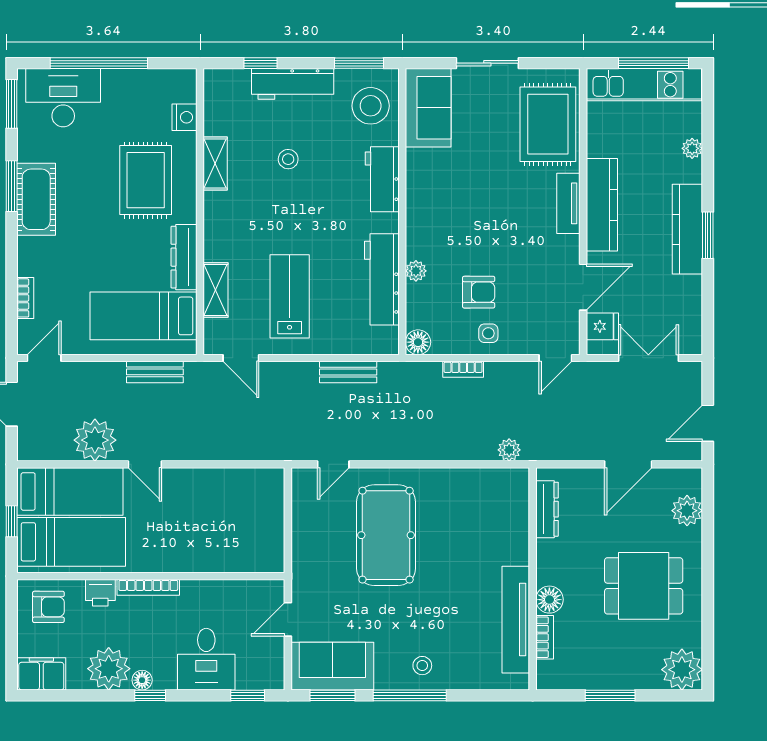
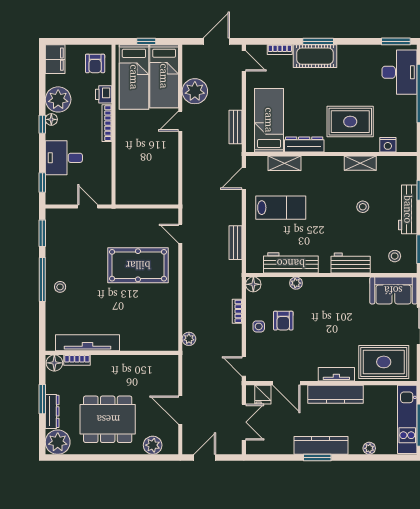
stool: (371, 106) -> (395, 256), width x0.53, depth x0.53
window: (12, 186) -> (318, 41), moved
cot: (36, 199) -> (315, 56), moved
door: (708, 423) -> (205, 458), hinge flipped
dresser: (547, 509) -> (52, 411), moved, turned -90
dining table: (644, 586) -> (108, 419), width x1.38
floor lamp: (549, 600) -> (54, 363), moved
sofa: (332, 666) -> (60, 233), removed

